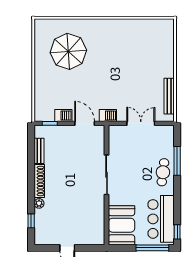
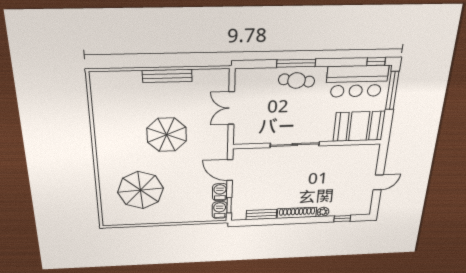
parasol: (119, 74) -> (167, 135), added
bench: (169, 96) -> (167, 76), moved
barbecue: (108, 115) -> (220, 210), moved
door: (85, 123) -> (230, 170), hinge flipped
window: (177, 161) -> (296, 63), moved

